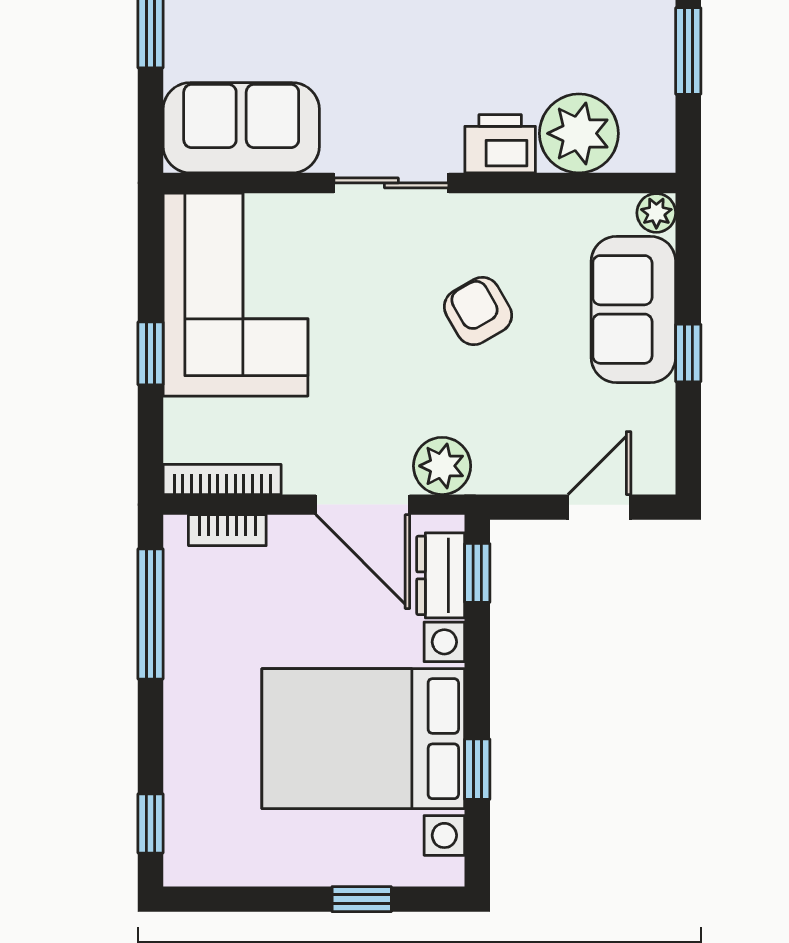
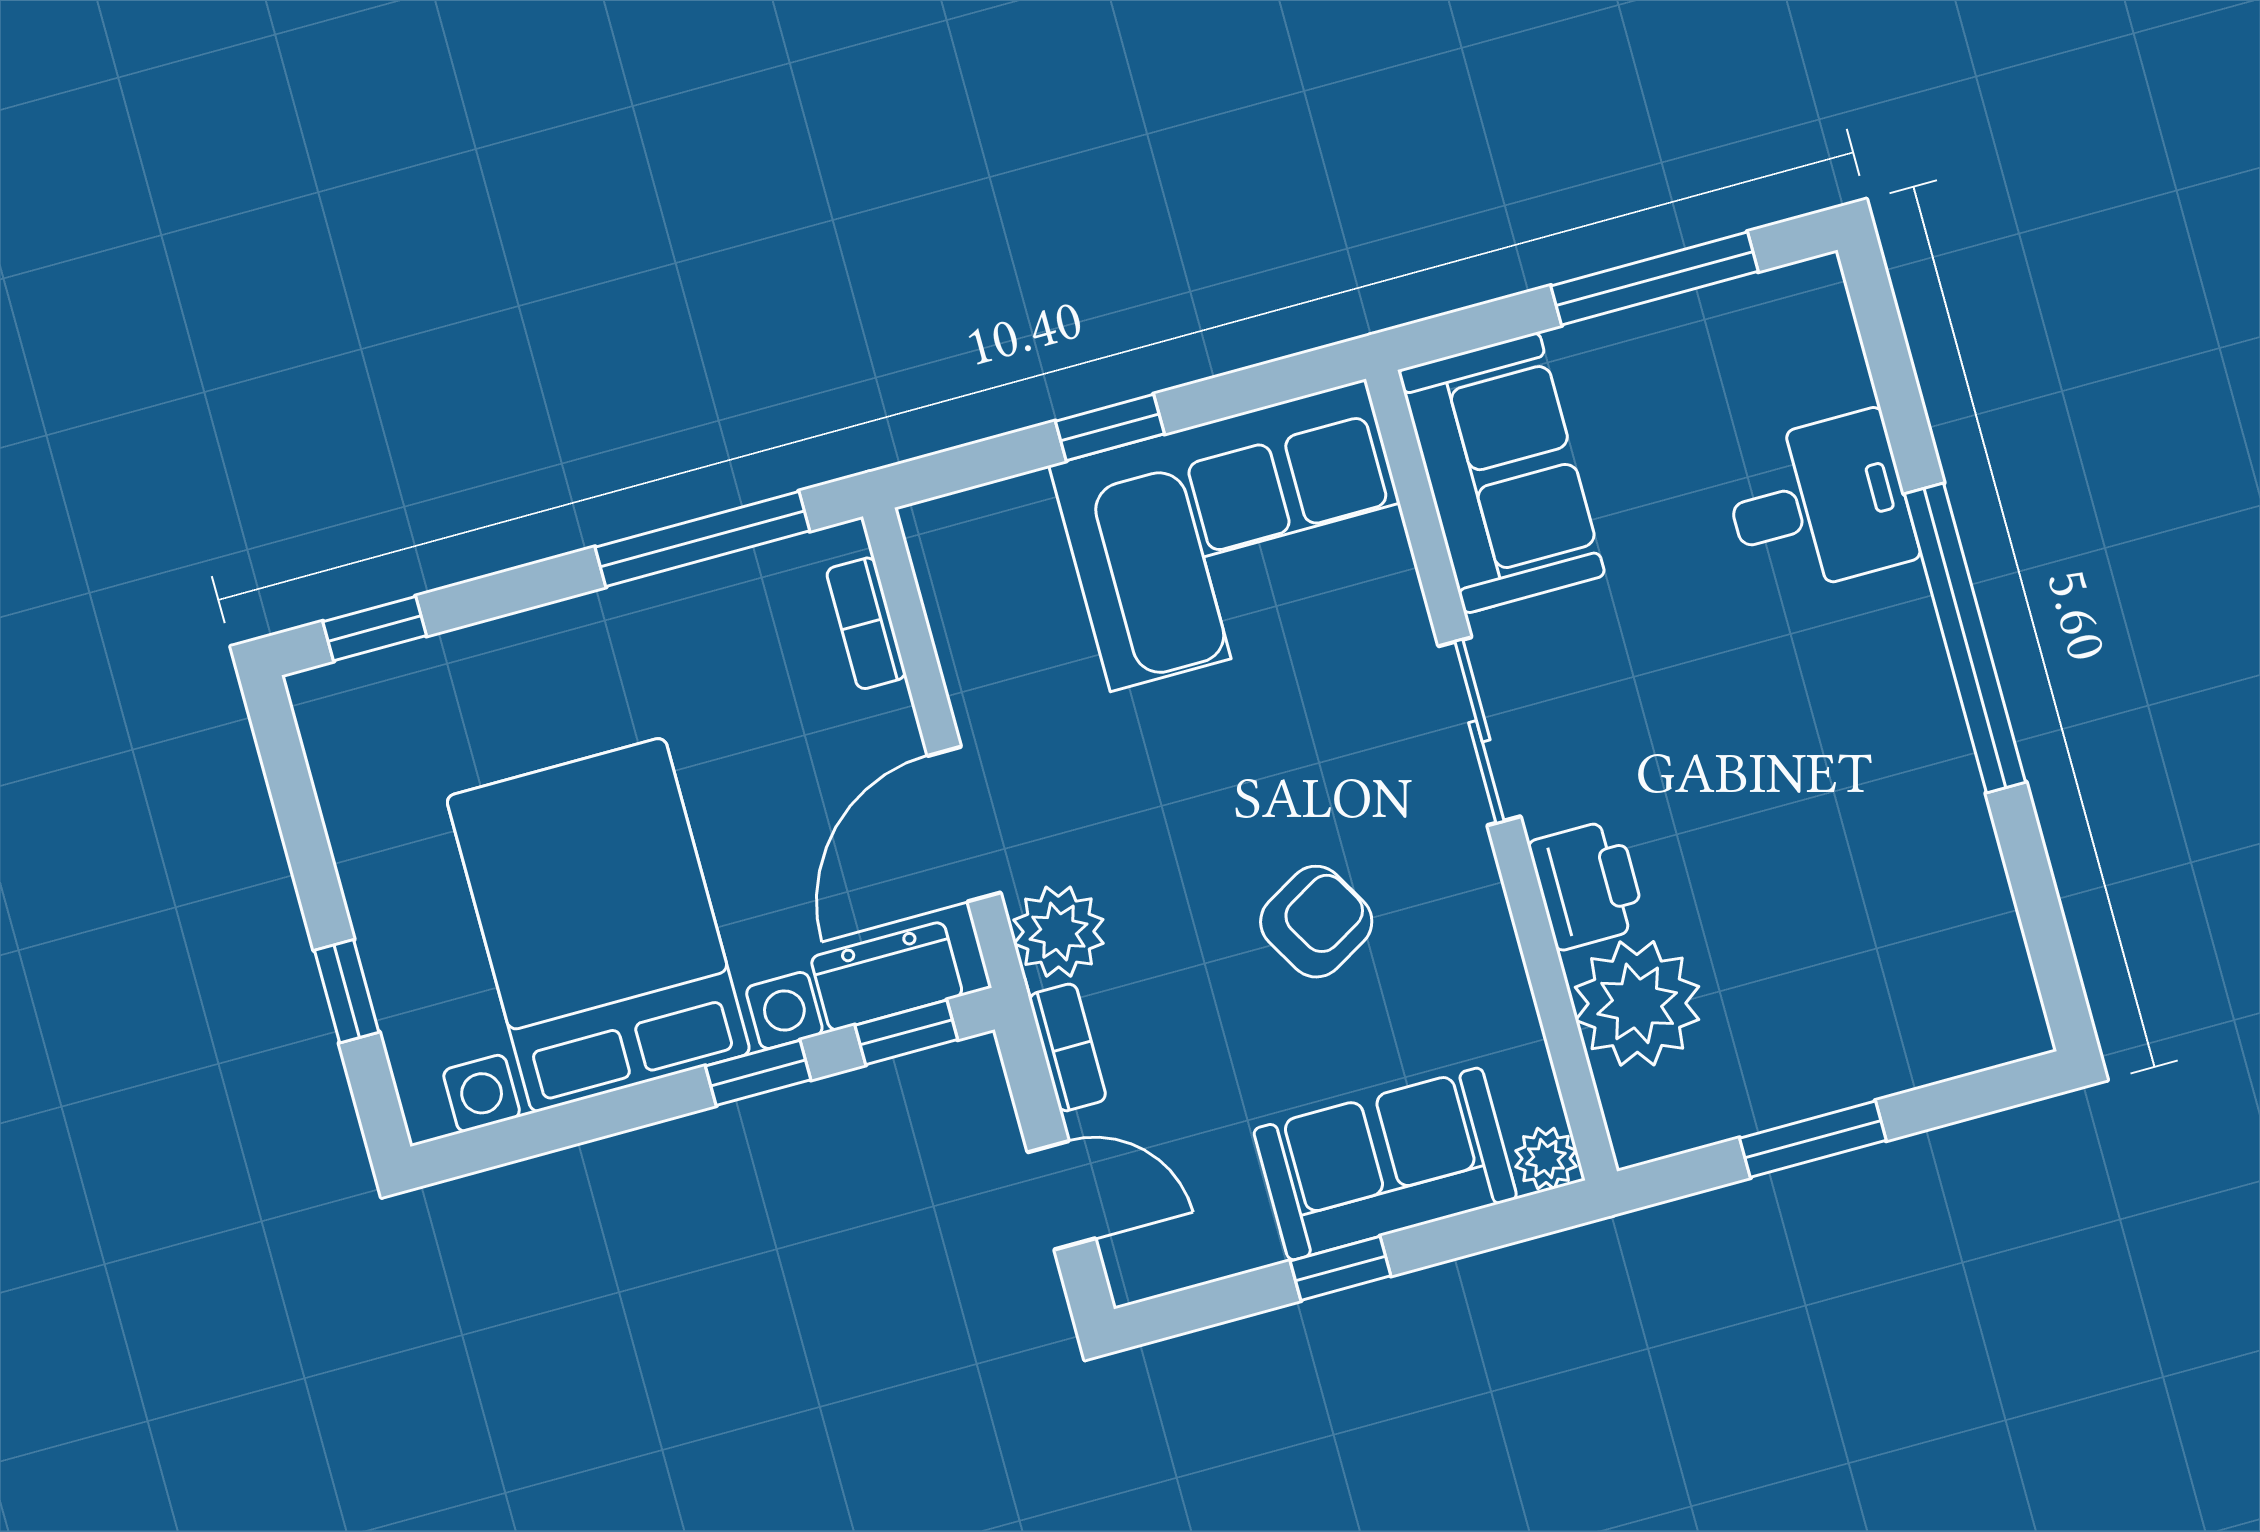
bookcase: (222, 479) -> (1068, 1047), moved, width x0.64
window: (477, 769) -> (758, 1073), moved

